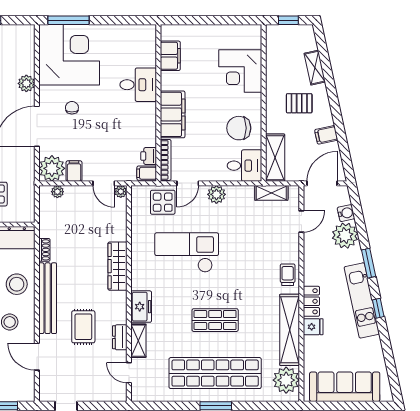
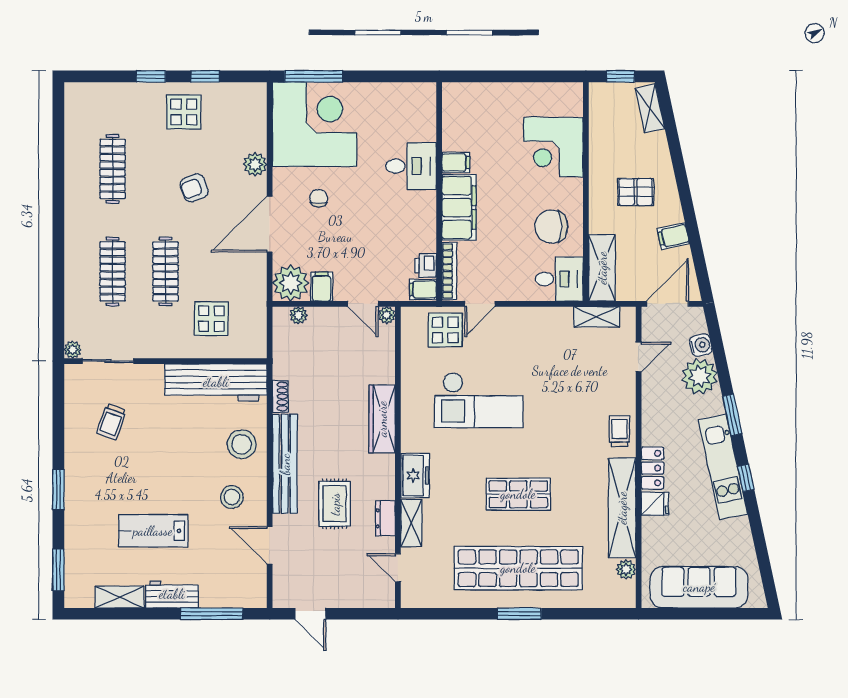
filing cabinet: (170, 56) -> (456, 162), moved, width x0.50
shelving: (315, 68) -> (650, 108), moved
plant: (216, 194) -> (520, 319), removed
checkout: (187, 252) -> (479, 400), turned 180
plant: (286, 380) -> (626, 569), width x0.53, depth x0.53

